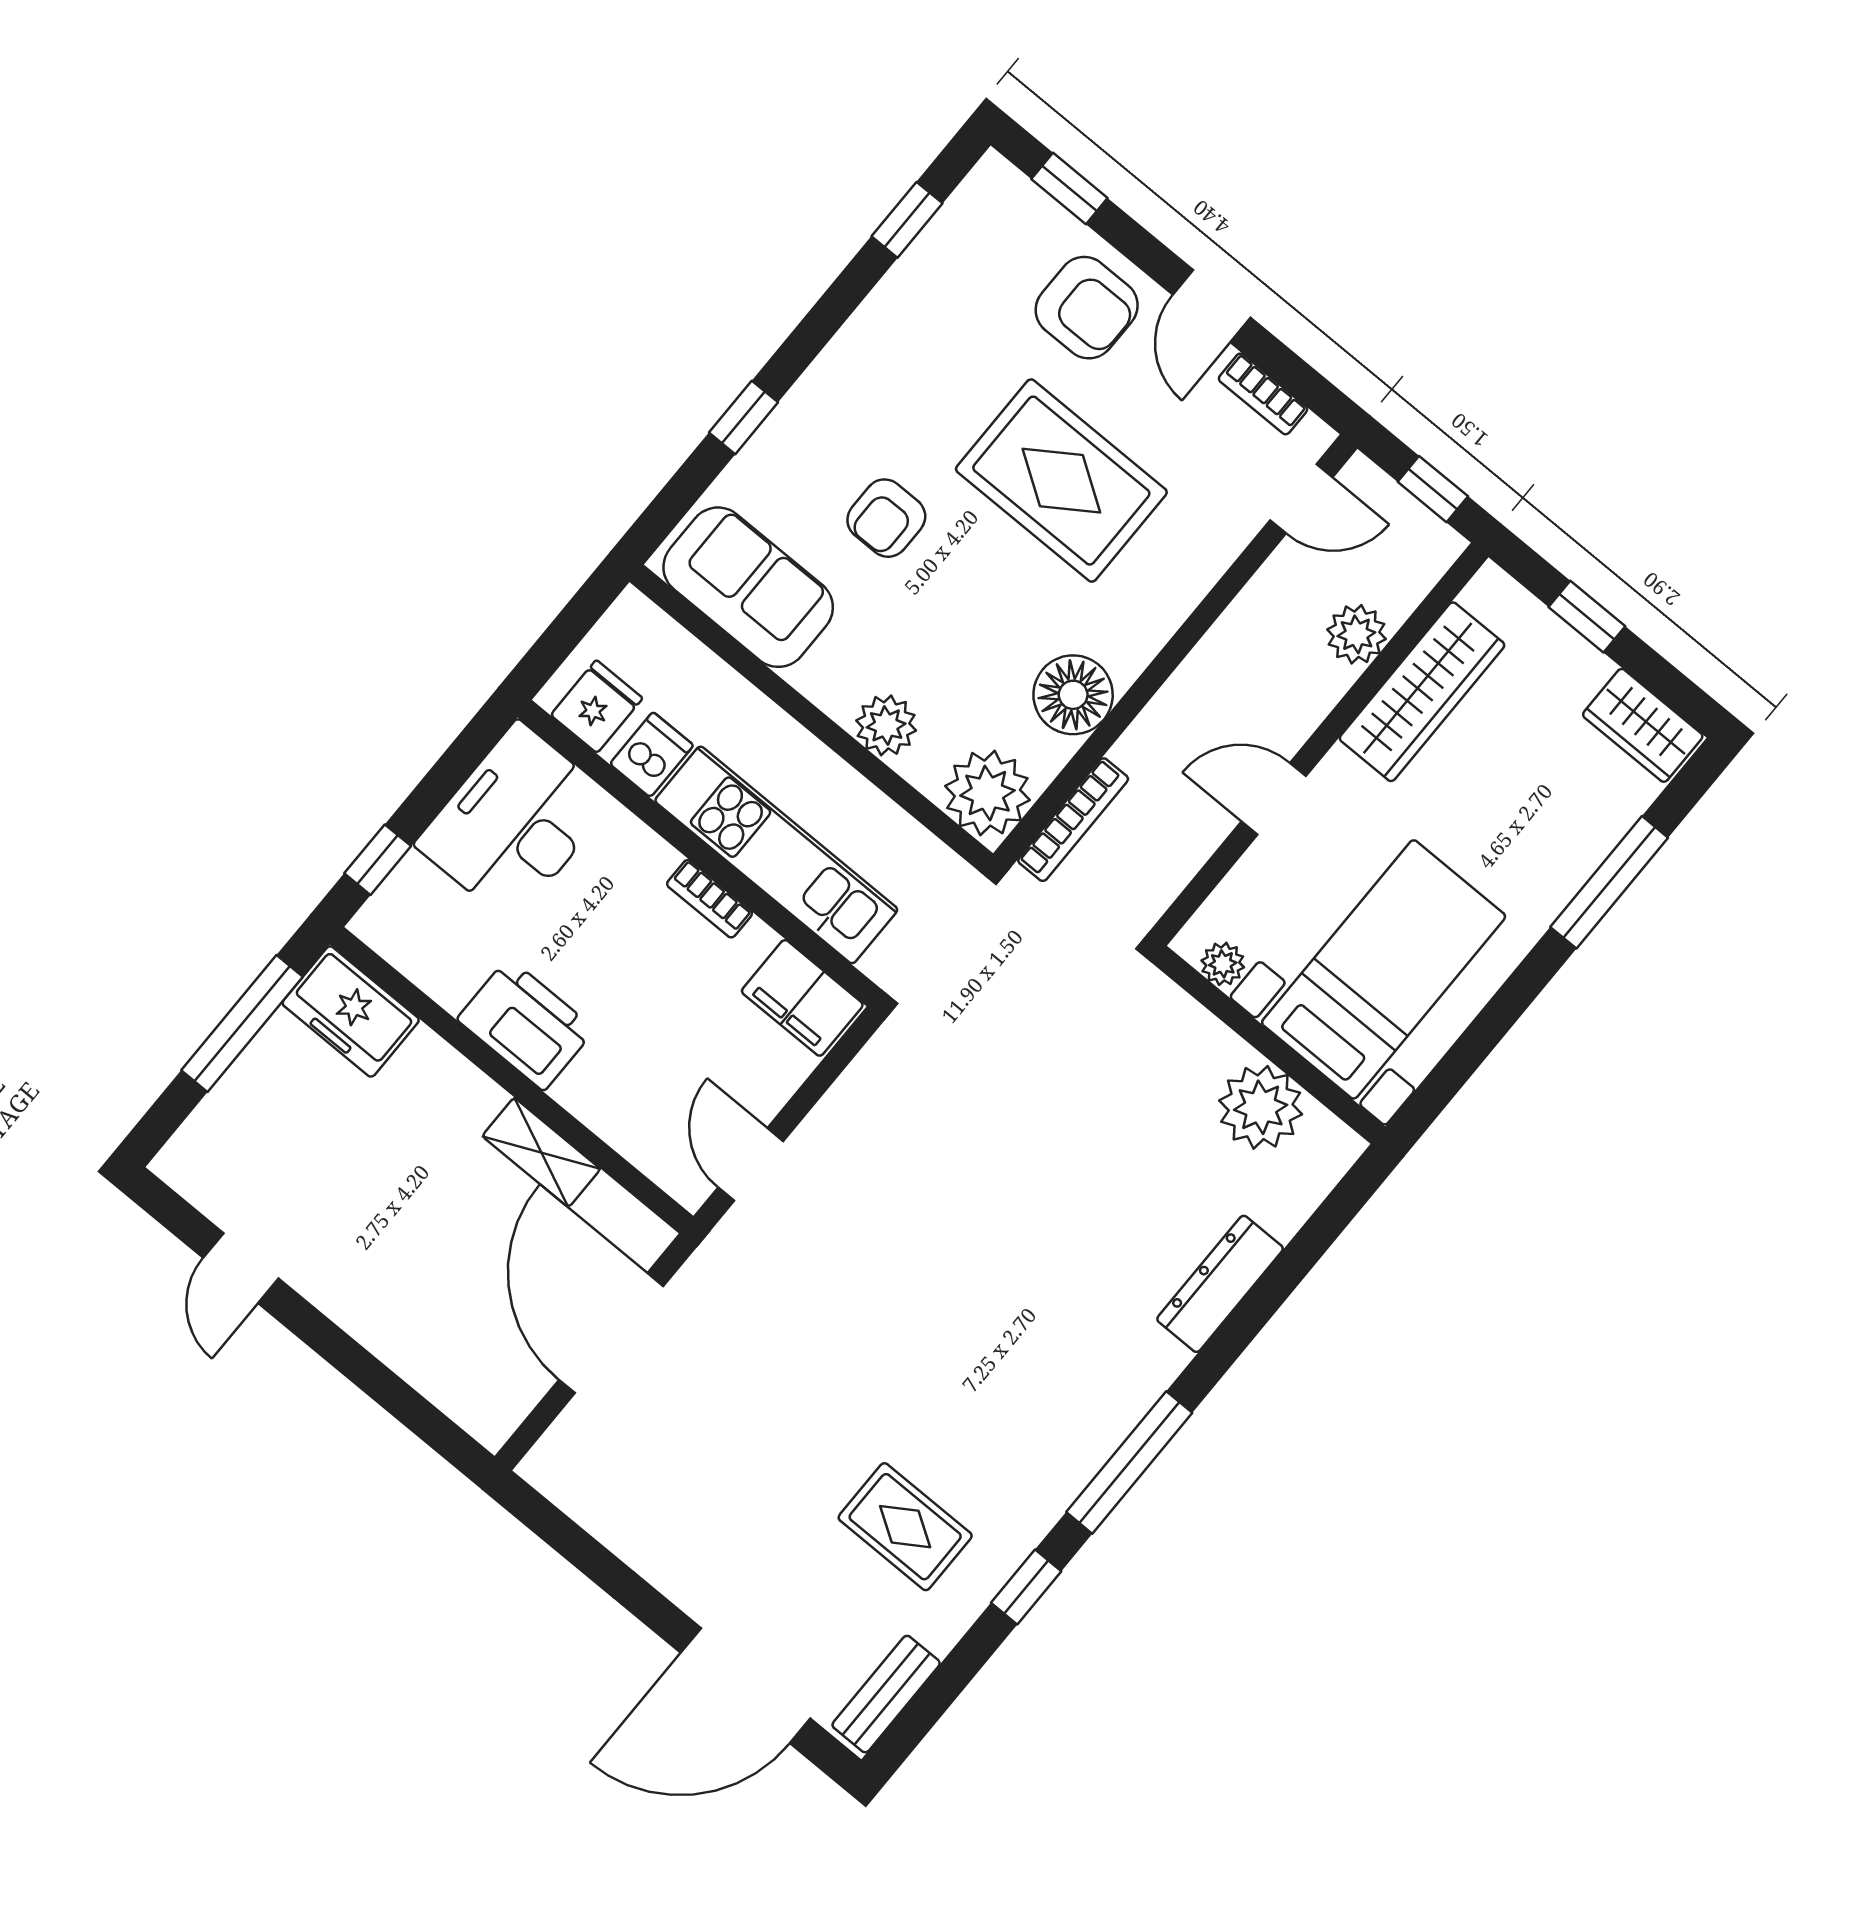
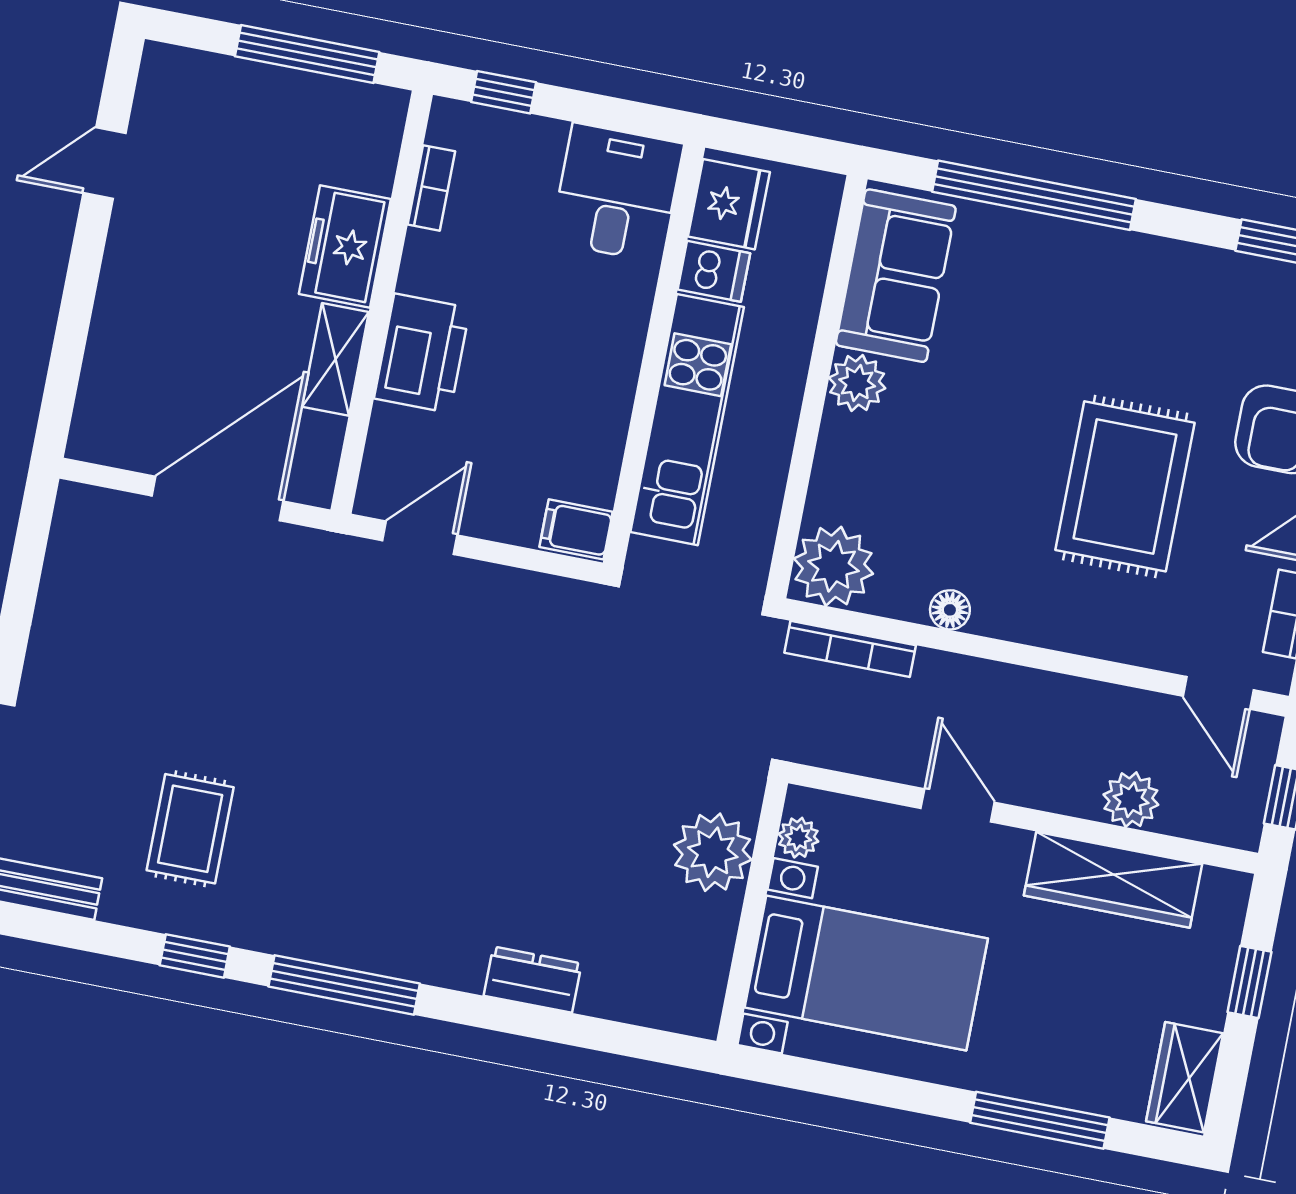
window: (743, 417) -> (1034, 195), width x3.17
armchair: (886, 518) -> (1015, 359), removed
floor lamp: (1073, 695) -> (950, 610), width x0.53, depth x0.53
fridge: (597, 707) -> (729, 204), width x1.38
plant: (886, 725) -> (857, 383), moved
desk: (515, 822) -> (617, 193), width x0.73
bookcase: (710, 899) -> (431, 188), moved, turned 180
filing cabinet: (802, 998) -> (576, 529), width x0.50
freezer: (351, 1011) -> (345, 246), moved
printer: (526, 1024) -> (422, 353), moved
plant: (1261, 1107) -> (713, 852), moved
dresser: (1220, 1284) -> (533, 980), width x0.70

